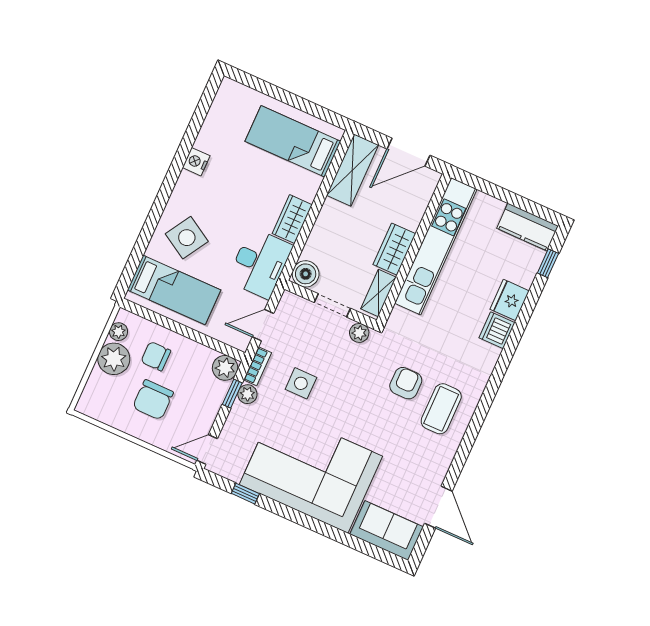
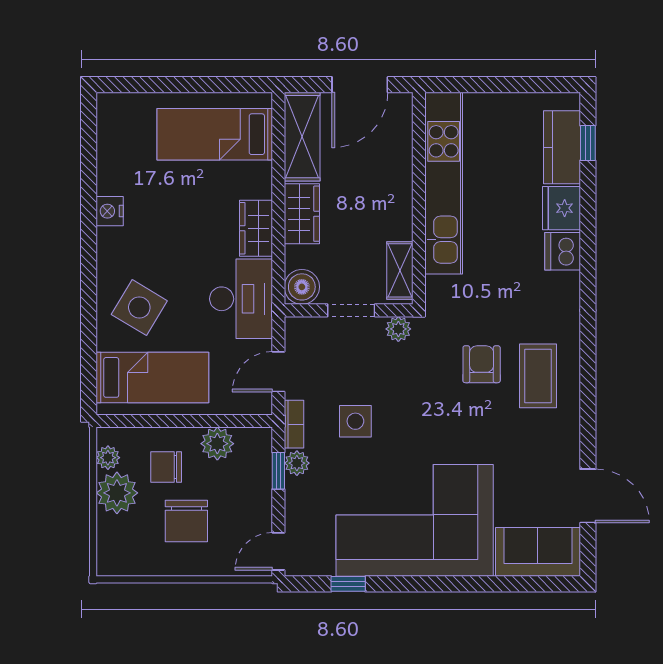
kitchen counter: (528, 227) -> (562, 147), moved, turned 90
wardrobe: (394, 249) -> (302, 214), moved, turned 180
plant: (225, 368) -> (217, 444), moved

